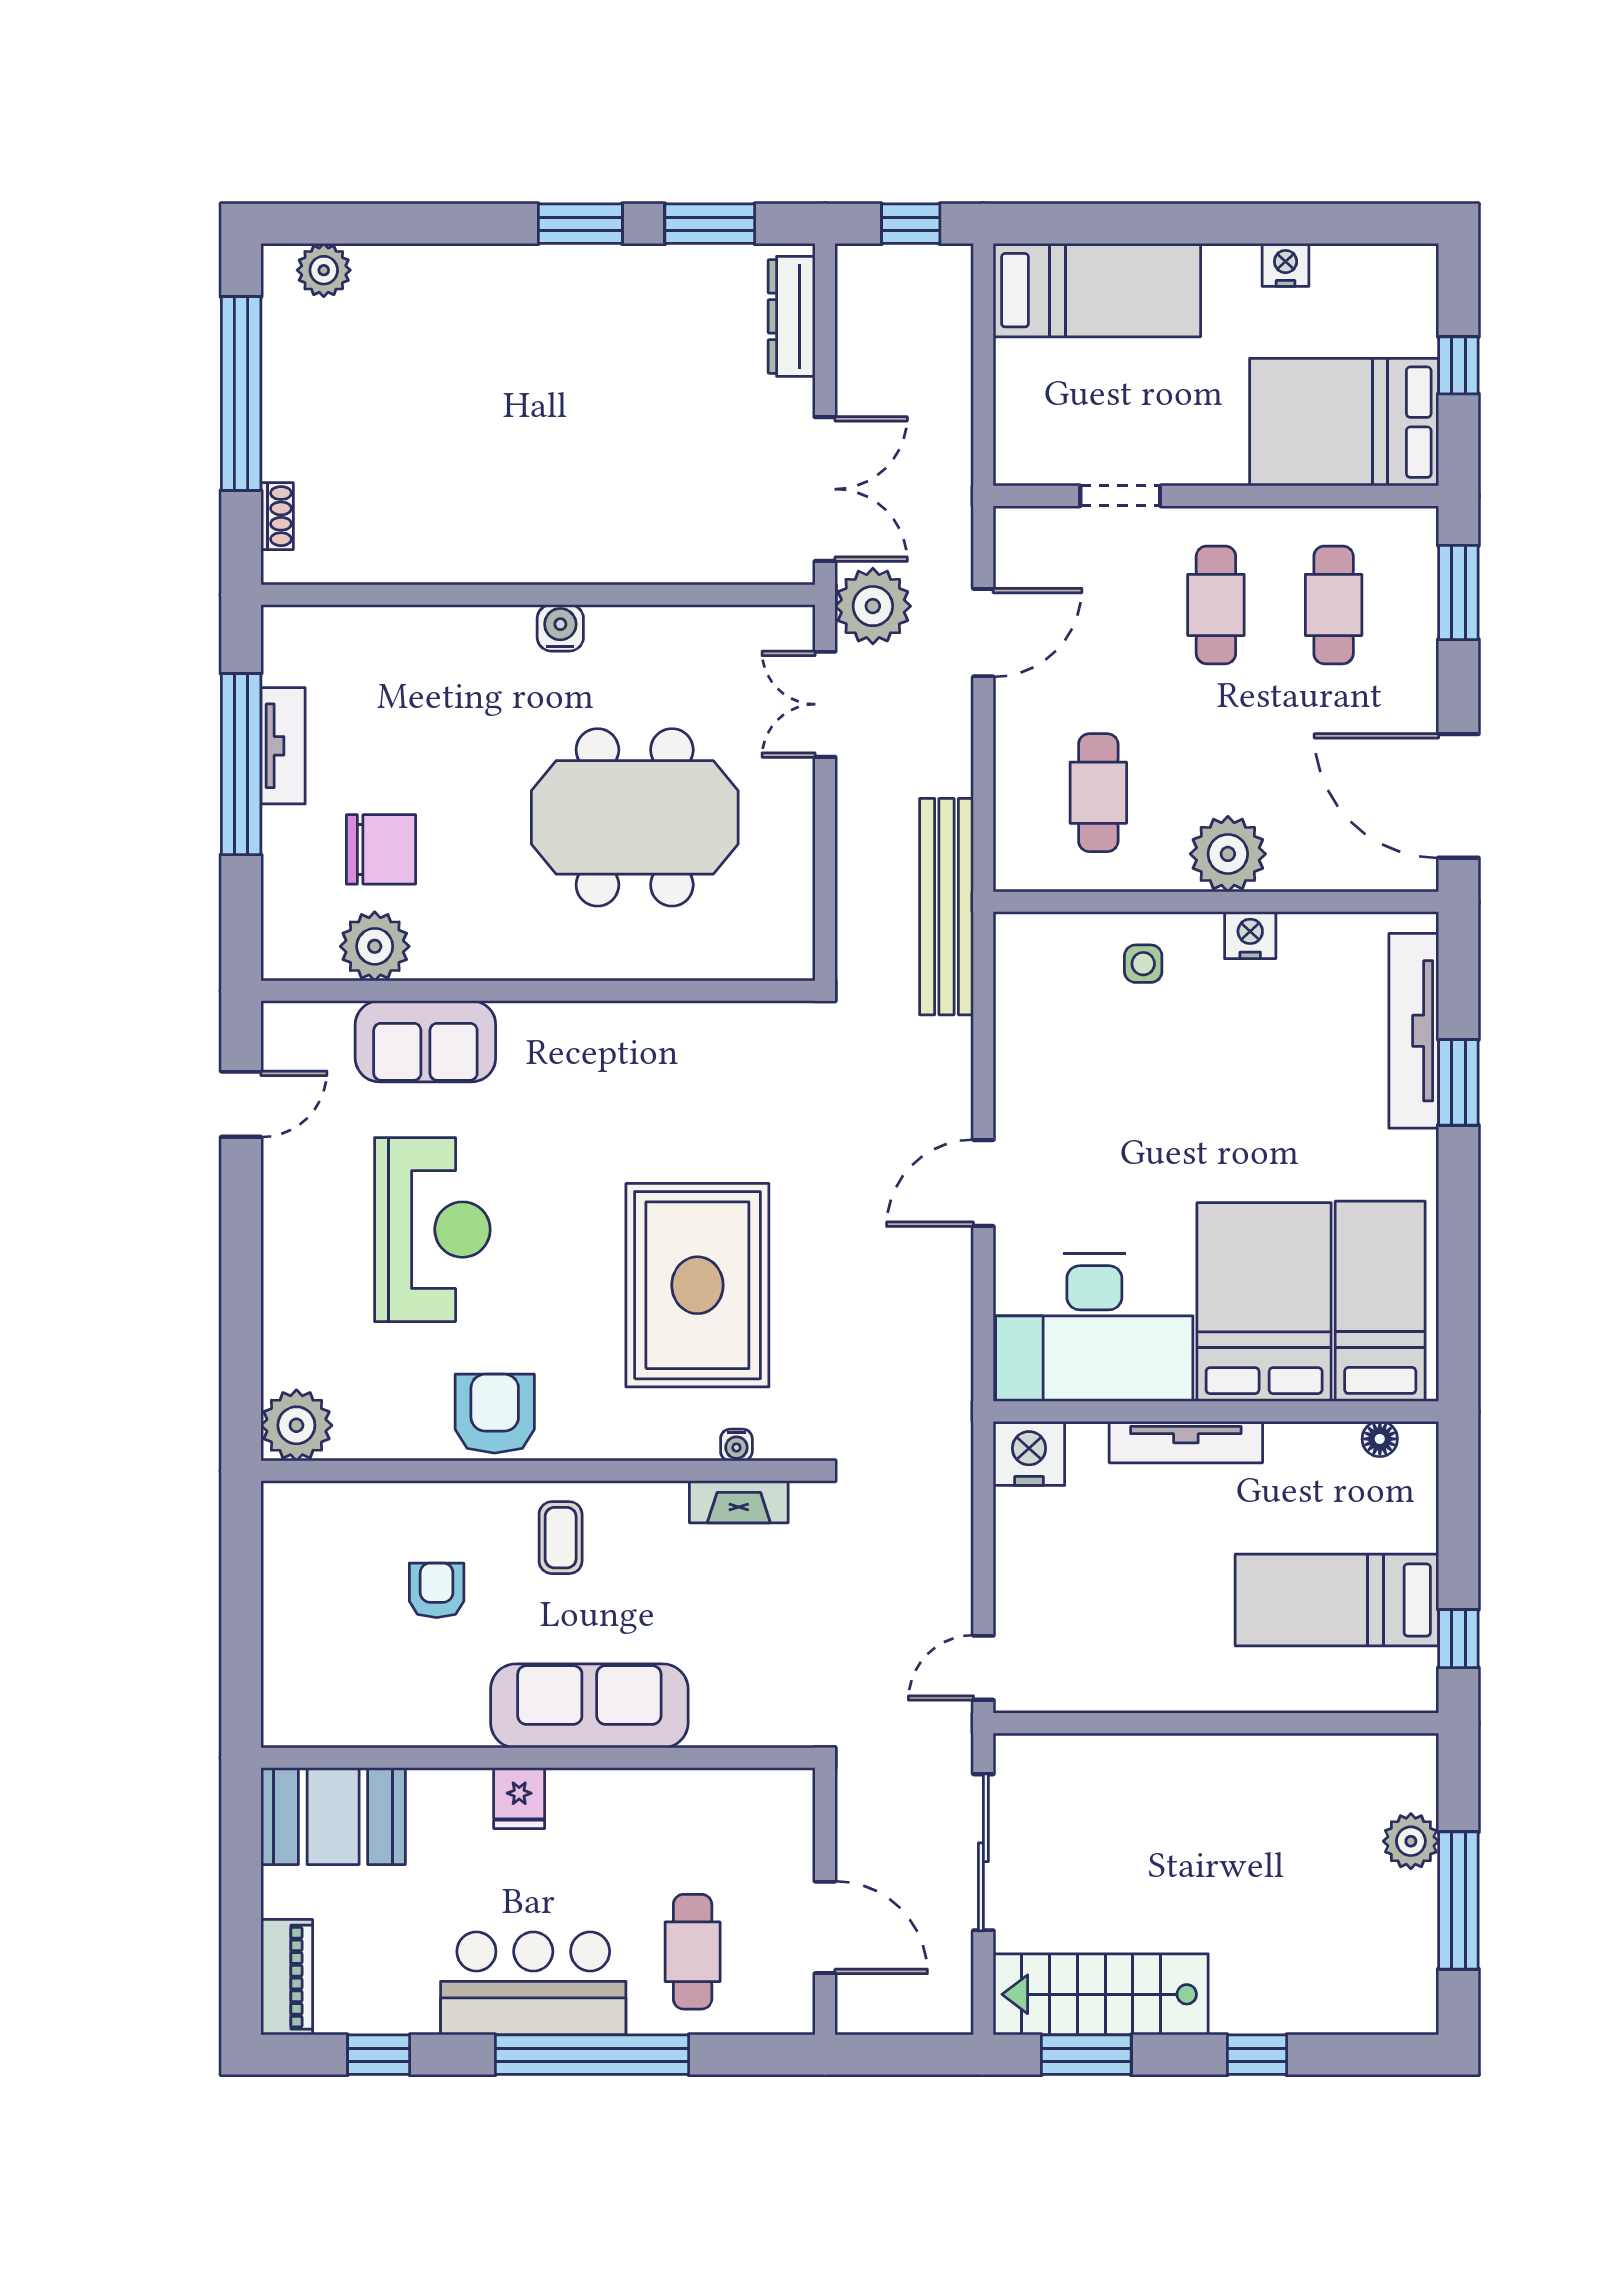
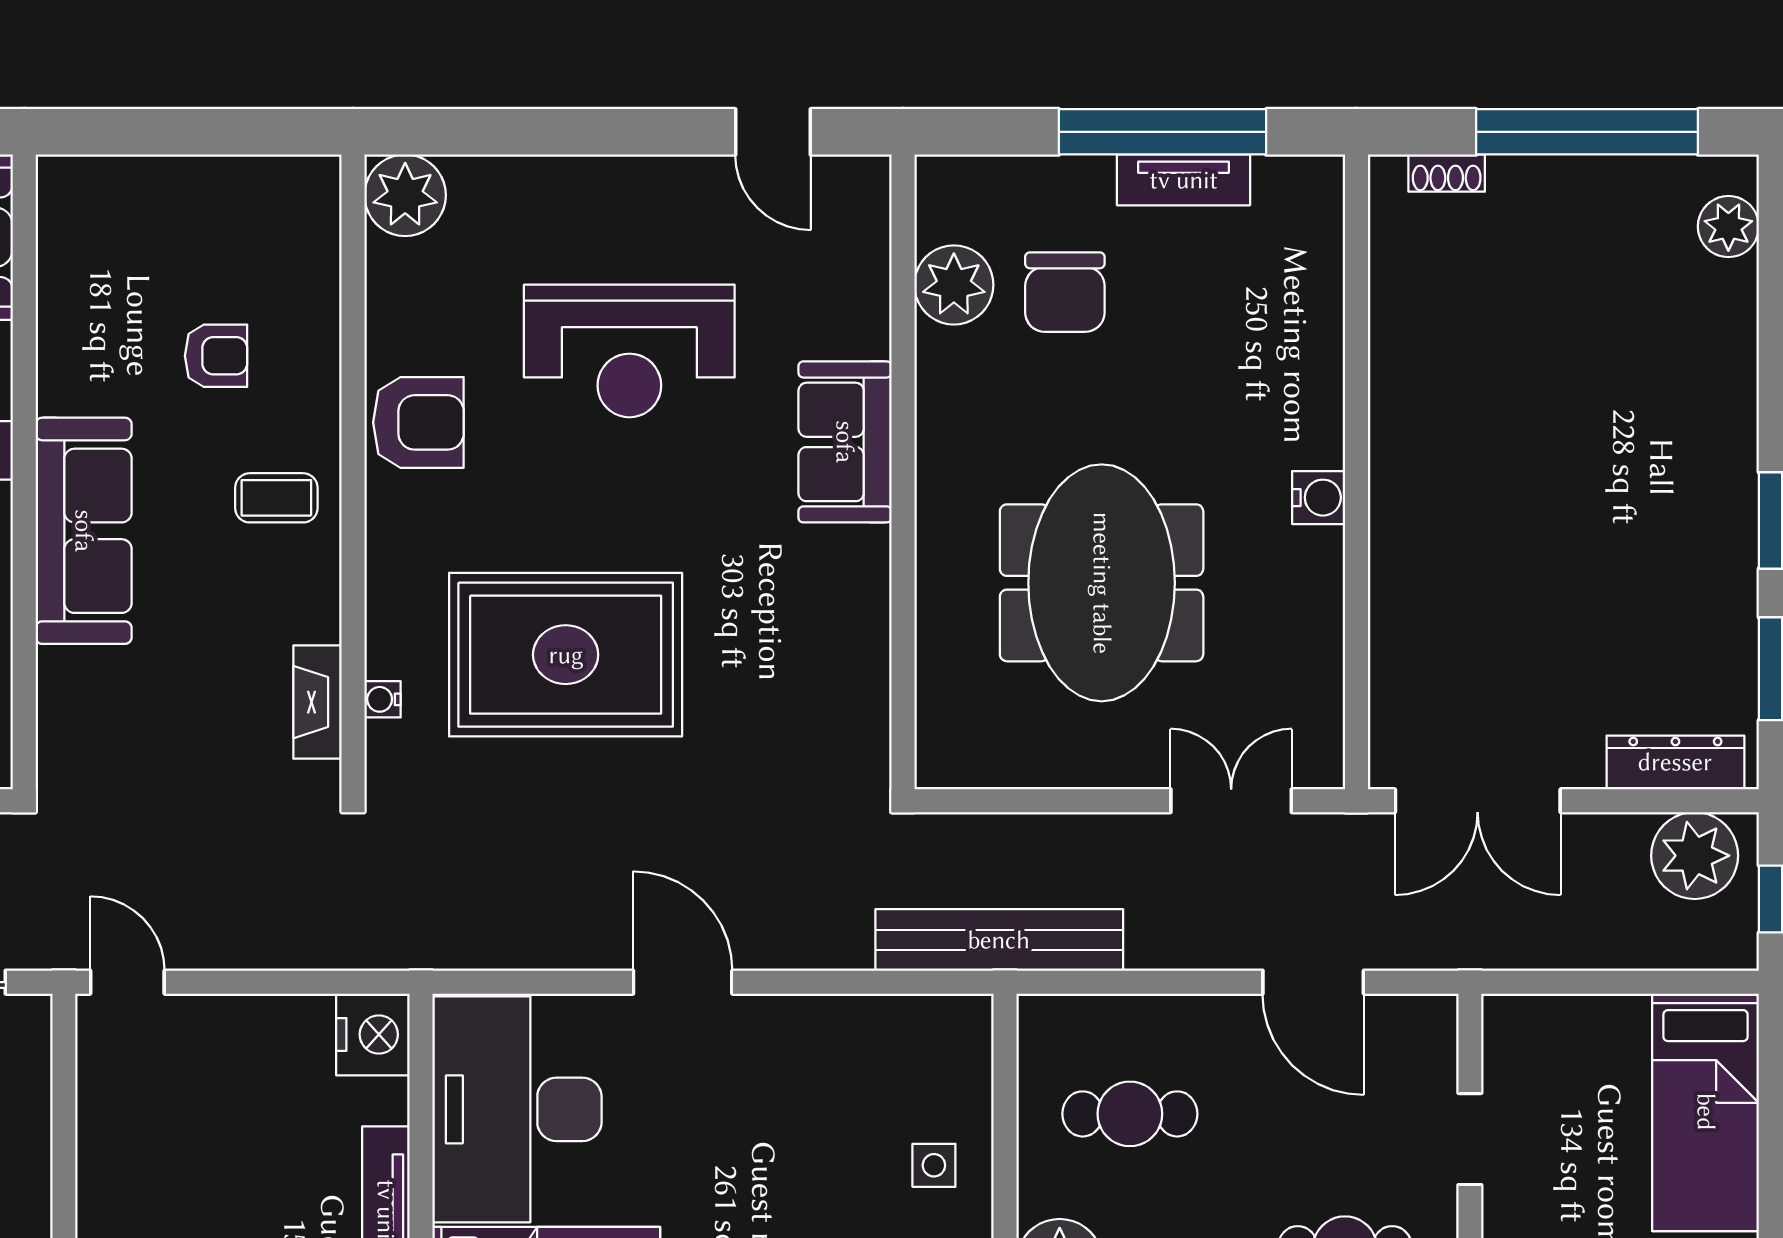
plant: (873, 606) -> (1695, 856), moved
sofa: (425, 1041) -> (845, 442), moved

